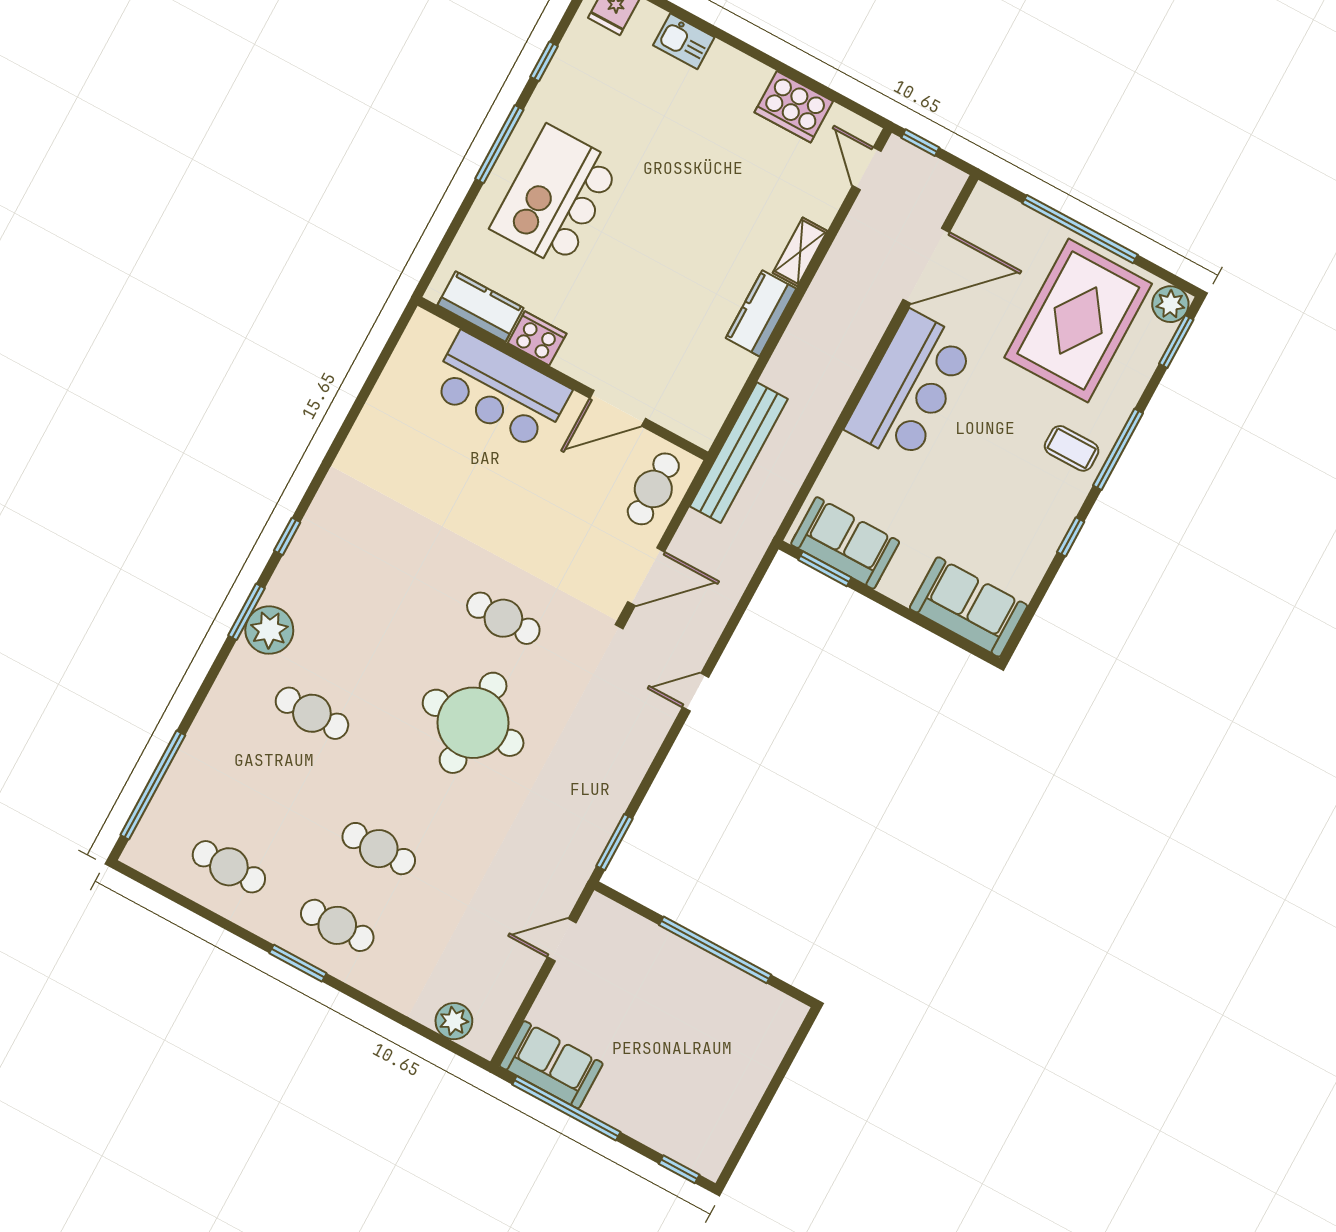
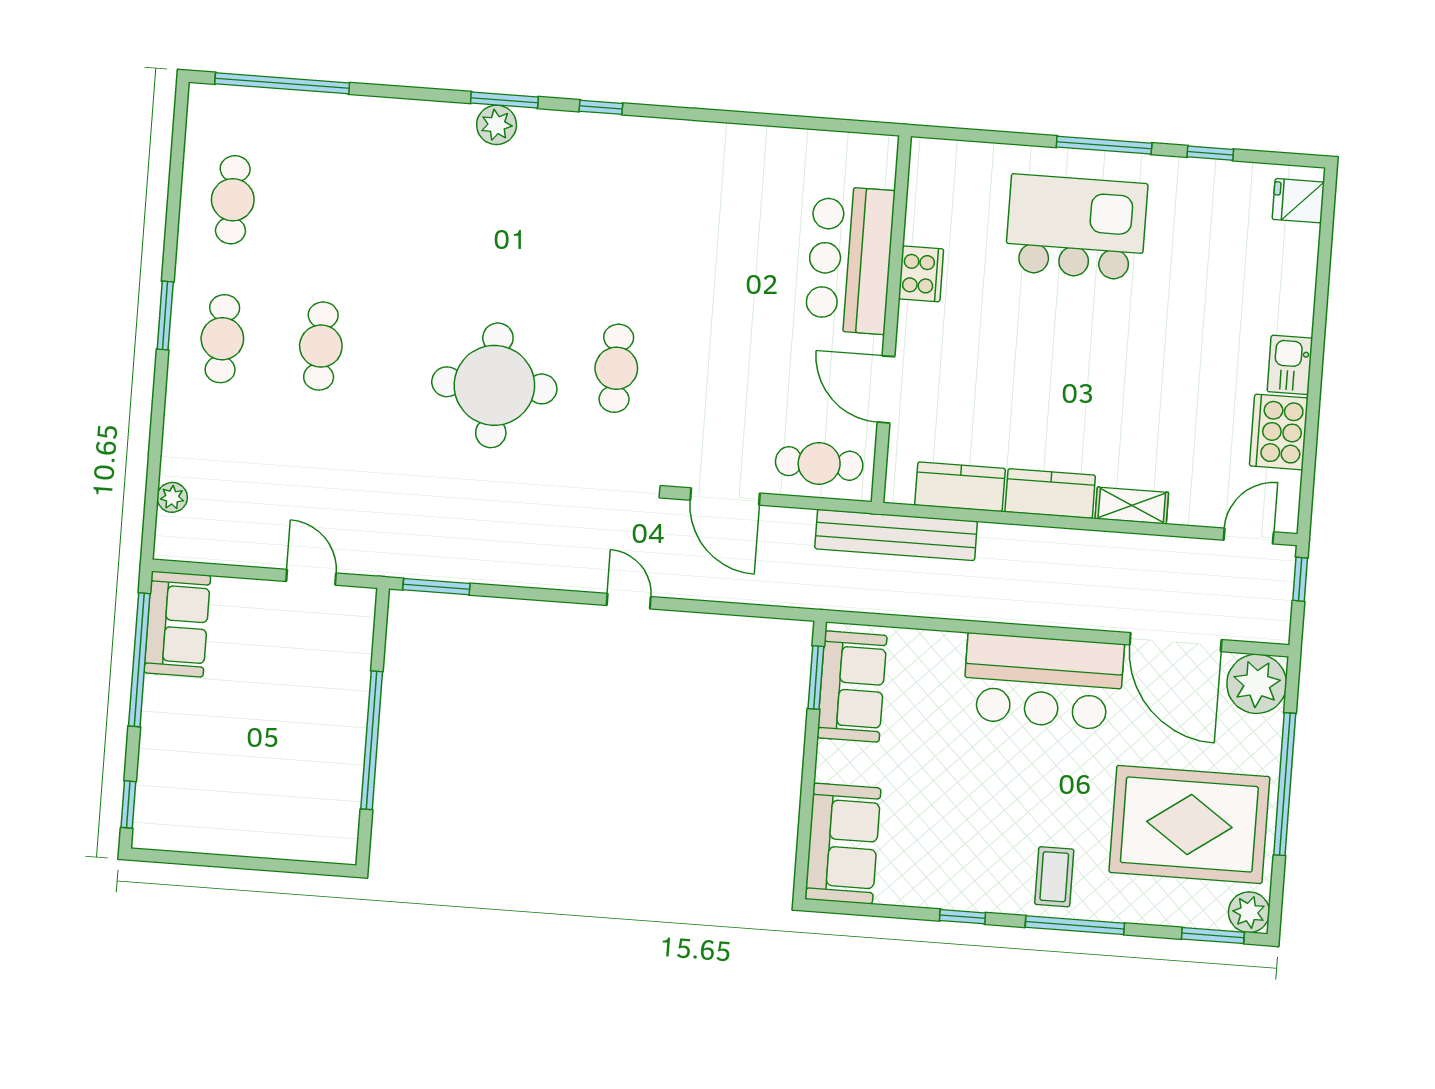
kitchen sink: (684, 41) -> (1290, 365), moved
plant: (989, 215) -> (1257, 684), added
kitchen counter: (481, 307) -> (960, 487), moved, turned -90
plant: (269, 630) -> (497, 125), width x0.73, depth x0.73
cafe table: (312, 713) -> (430, 215), removed
plant: (454, 1021) -> (172, 497), width x0.73, depth x0.73

